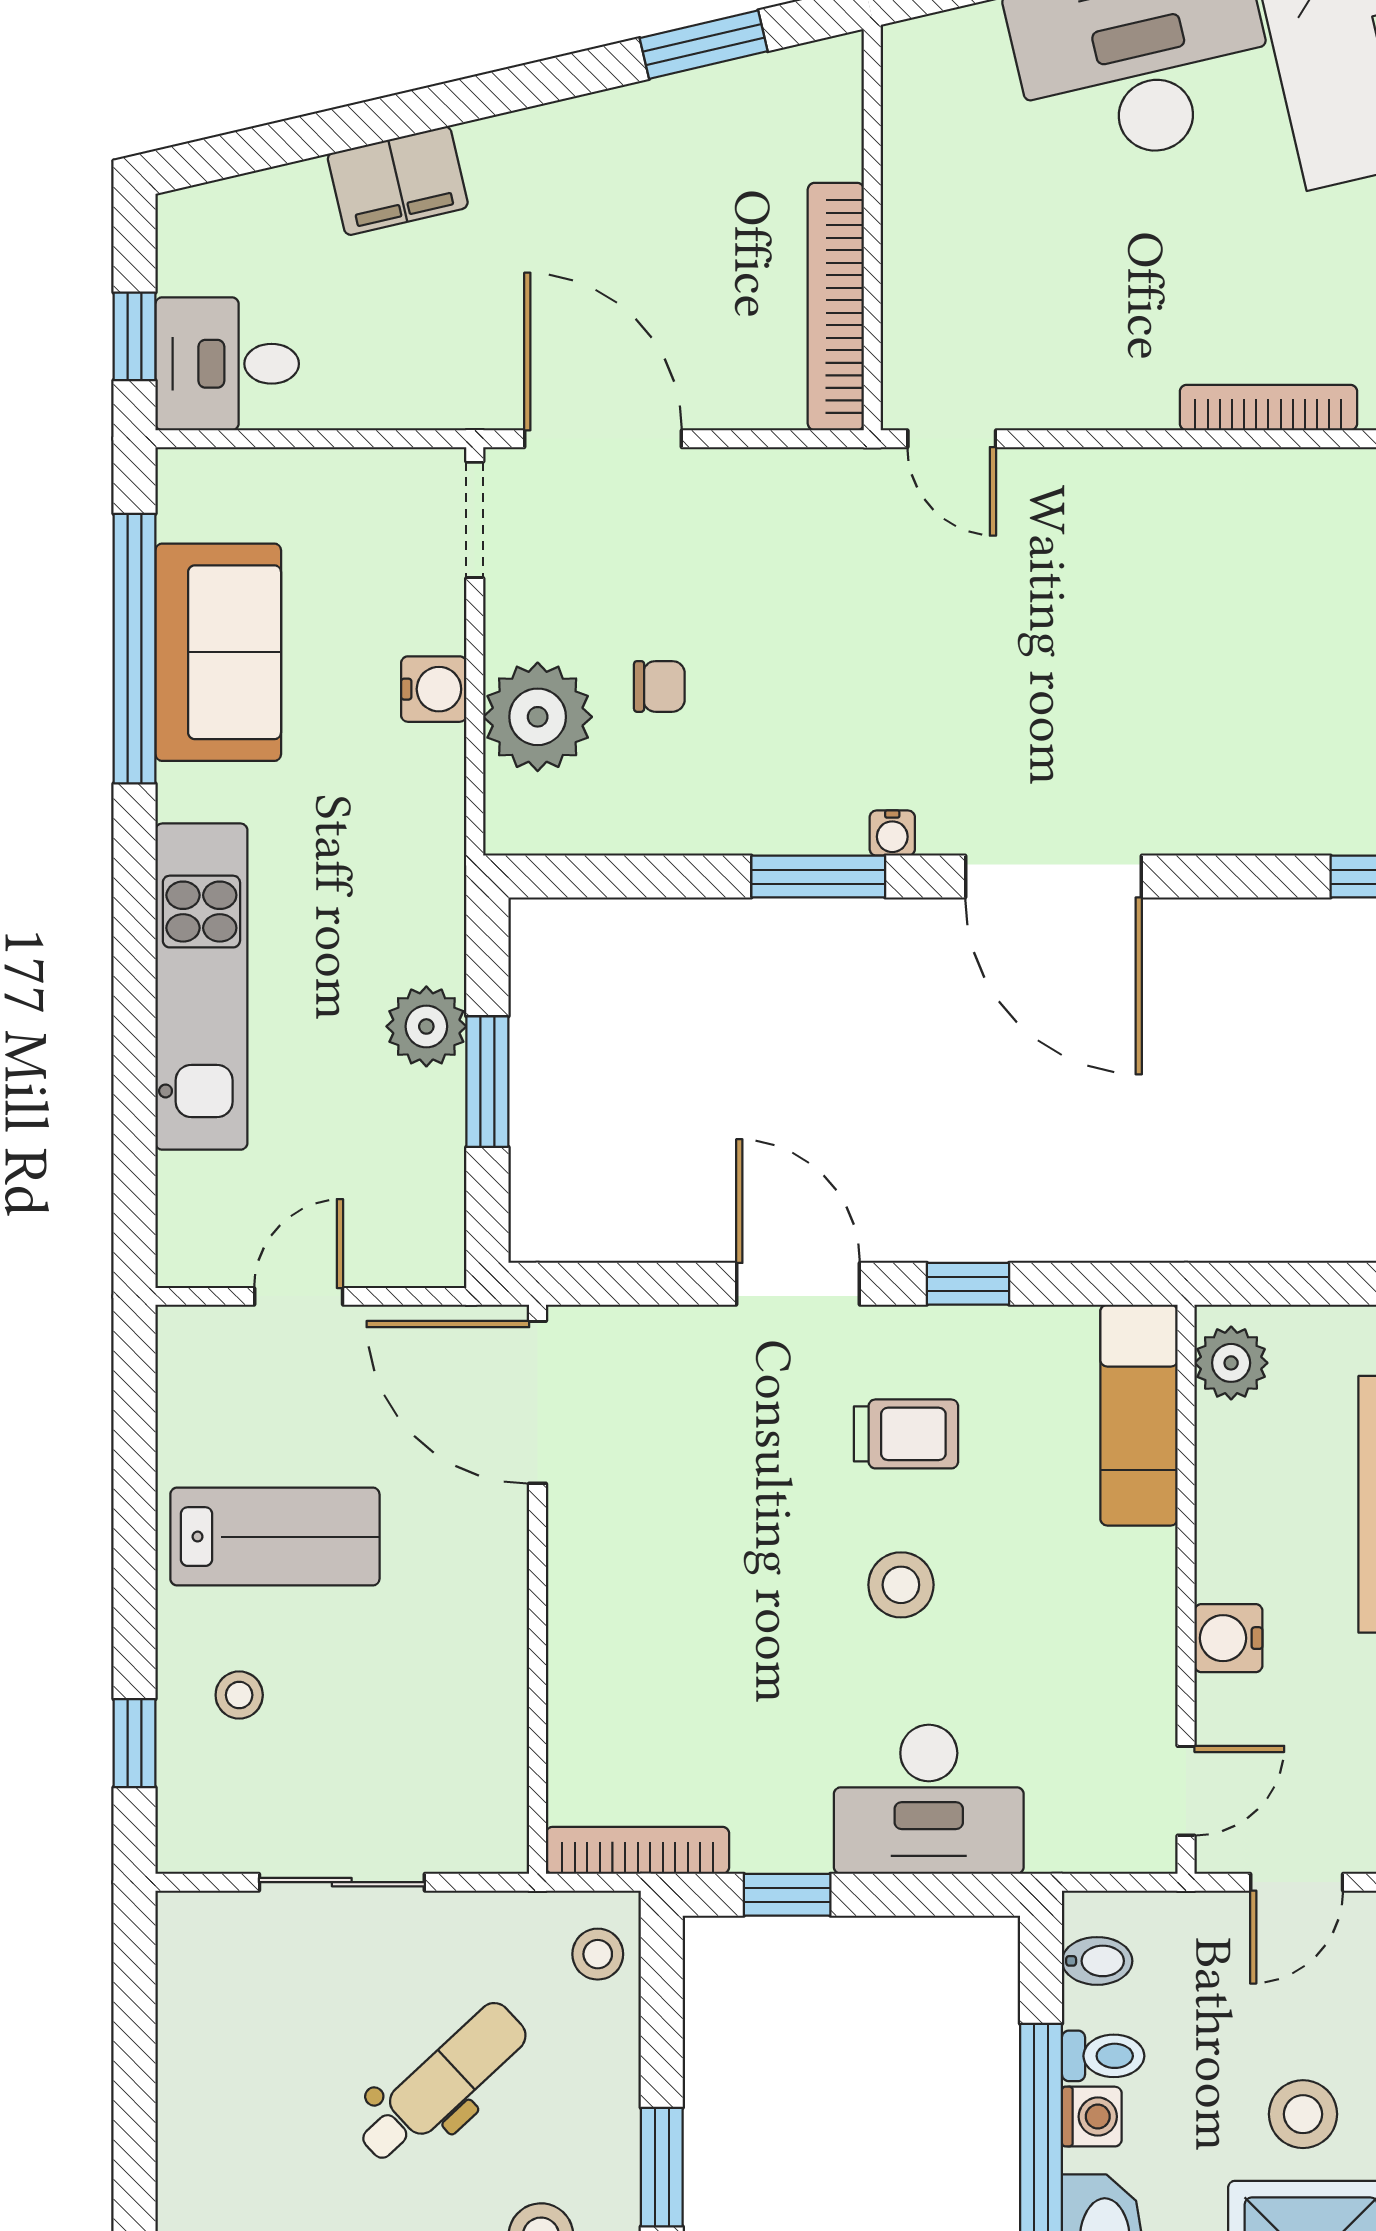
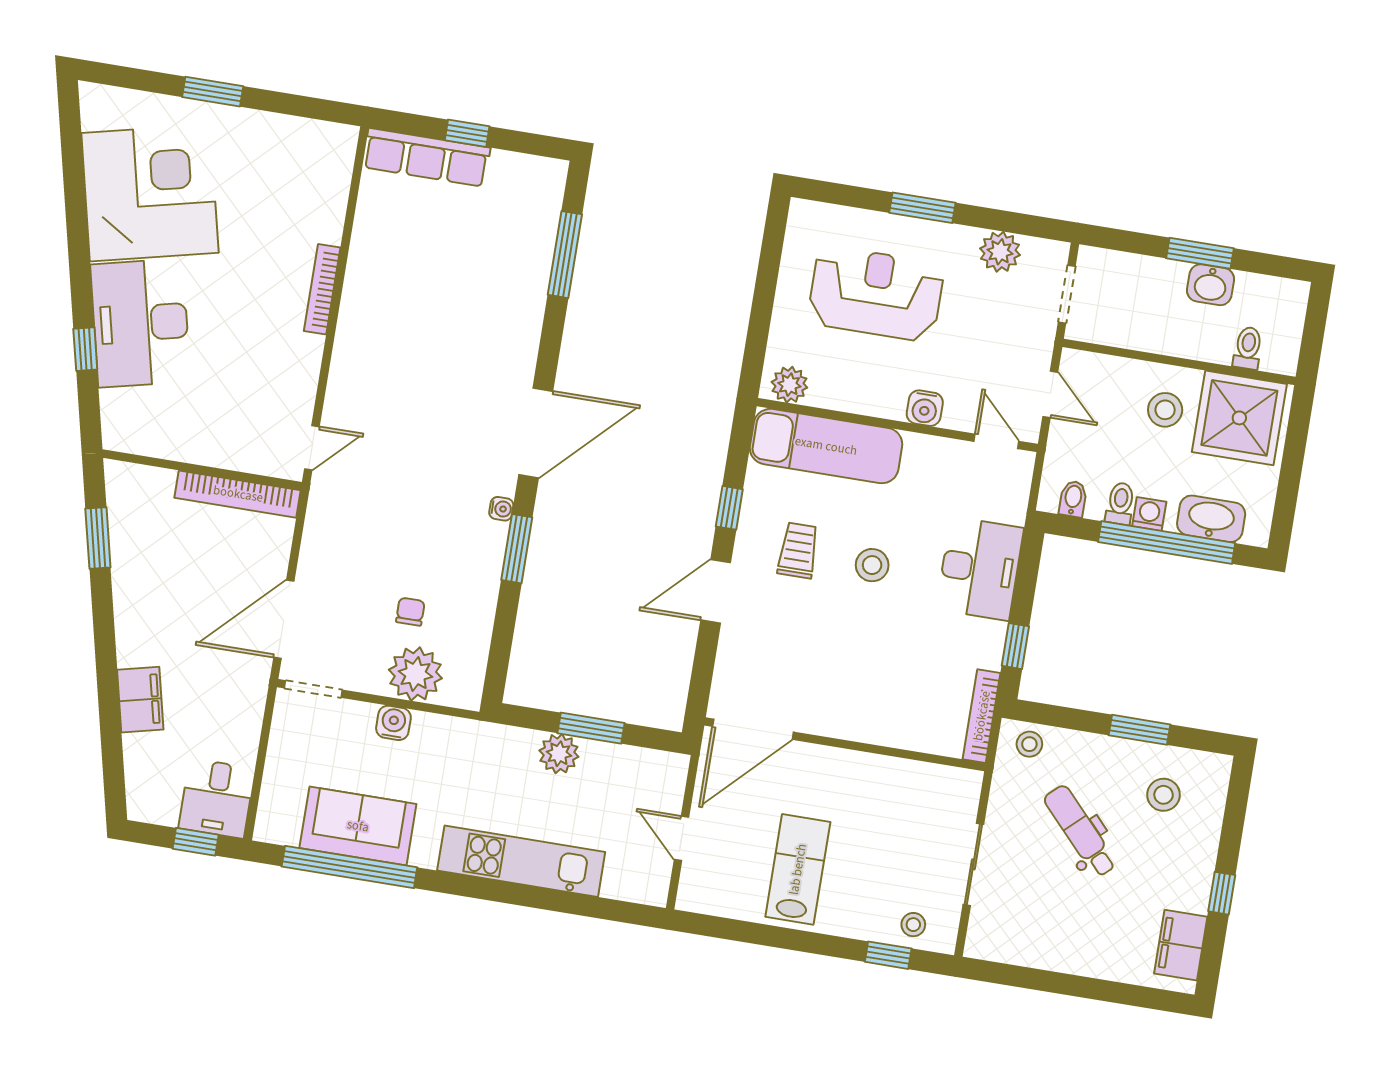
exam couch: (1139, 1415) -> (826, 446), width x1.36, depth x1.45
stool: (239, 1695) -> (913, 925), moved

